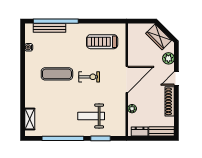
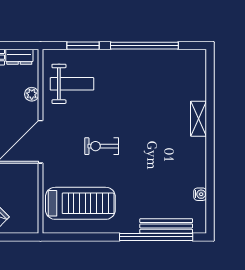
treadmill: (102, 42) -> (80, 203), width x1.37, depth x1.38
exercise mat: (57, 74) -> (154, 151), removed
weight bench: (91, 116) -> (72, 84), moved
shelving: (30, 119) -> (199, 119), moved

